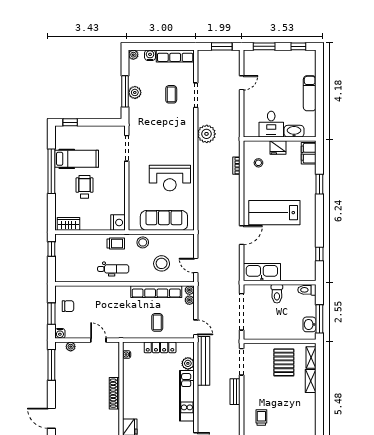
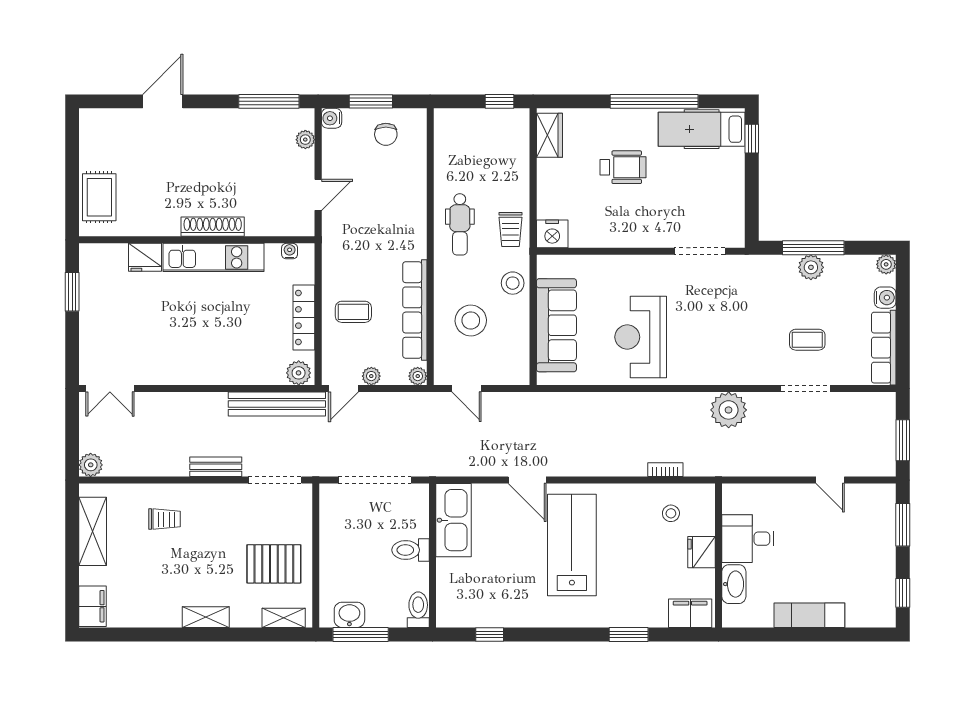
hospital bed: (77, 159) -> (702, 129), moved, turned 90
door: (196, 266) -> (466, 389), swing flipped
plant: (189, 300) -> (371, 376), moved
plant: (188, 363) -> (299, 373), moved
shelving: (311, 381) -> (206, 617), moved
kitchen unit: (187, 396) -> (213, 257), moved, turned 180

